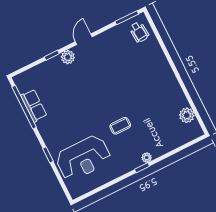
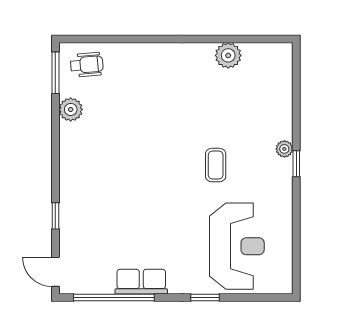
door: (84, 39) -> (55, 272), moved
plant: (68, 57) -> (71, 109), moved
row of seats: (34, 106) -> (141, 282), moved
plant: (187, 115) -> (228, 55), moved

